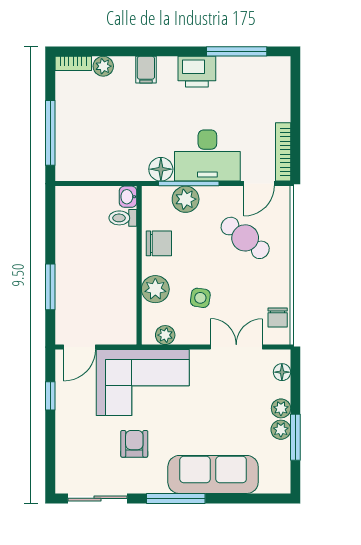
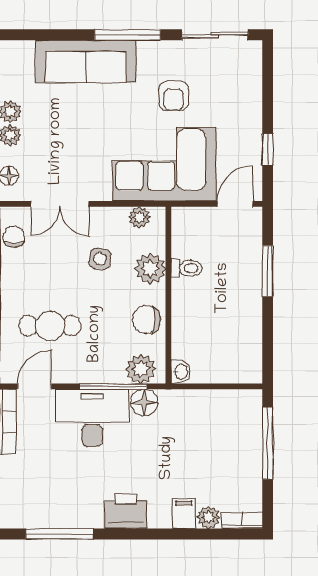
filing cabinet: (146, 70) -> (184, 514), moved
printer: (197, 72) -> (126, 511), moved
plant: (186, 199) -> (141, 369), moved
toilet: (123, 218) -> (187, 268), moved
cafe table: (245, 238) -> (50, 326), turned -38

